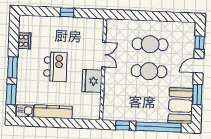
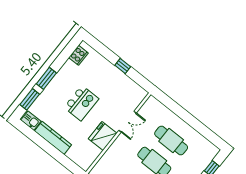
cooker: (24, 41) -> (78, 55), moved

